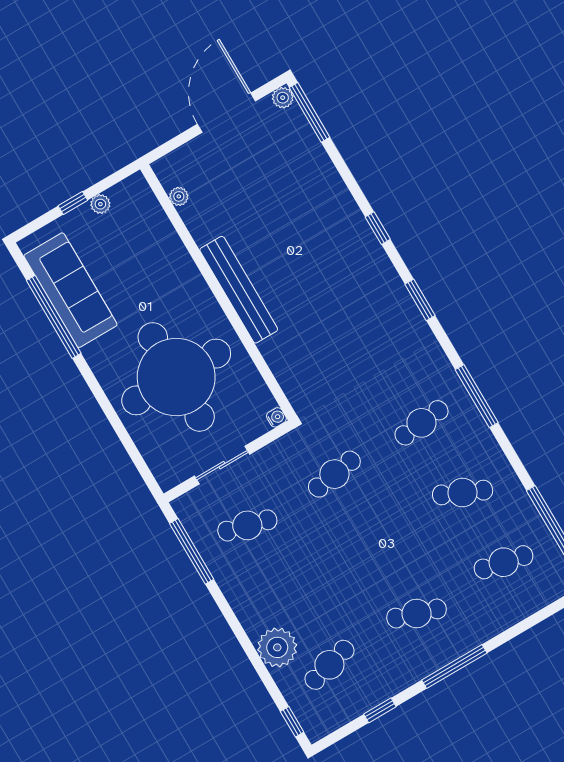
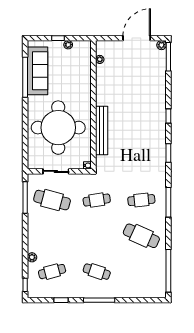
bench: (239, 290) -> (102, 131), moved
cafe table: (463, 493) -> (141, 236), width x1.37, depth x1.35
cafe table: (247, 525) -> (52, 200), width x1.37, depth x1.35
cafe table: (504, 562) -> (141, 272), removed
plant: (277, 647) -> (32, 257), width x0.53, depth x0.53

